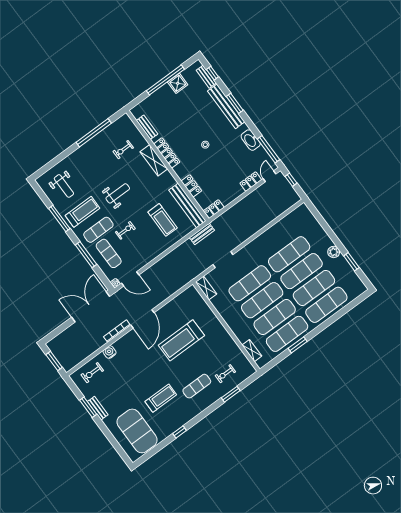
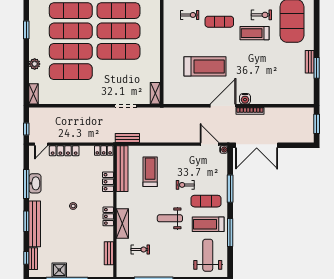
window: (269, 149) -> (26, 184), moved
locker: (167, 153) -> (108, 216), width x0.66
locker: (251, 182) -> (64, 151), width x1.53
weight bench: (64, 186) -> (208, 255), width x1.36, depth x1.33
plant: (334, 252) -> (35, 64), moved
exercise mat: (109, 253) -> (212, 177), removed
exercise mat: (250, 283) -> (118, 72), removed
shelving: (252, 351) -> (34, 94), moved
water cooler: (110, 352) -> (245, 99), moved
exercise bike: (92, 373) -> (261, 15), moved

